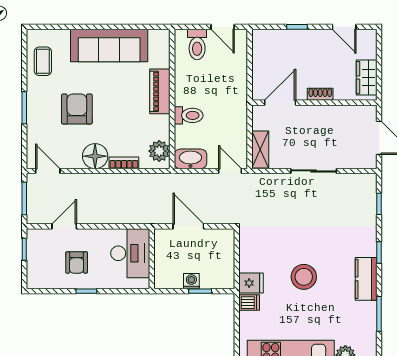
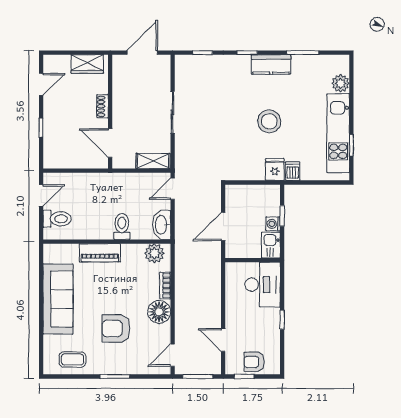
desk: (130, 253) -> (263, 285), moved, turned 90
armchair: (77, 262) -> (254, 362), moved, turned 180
kitchen sink: (168, 279) -> (271, 245), added

